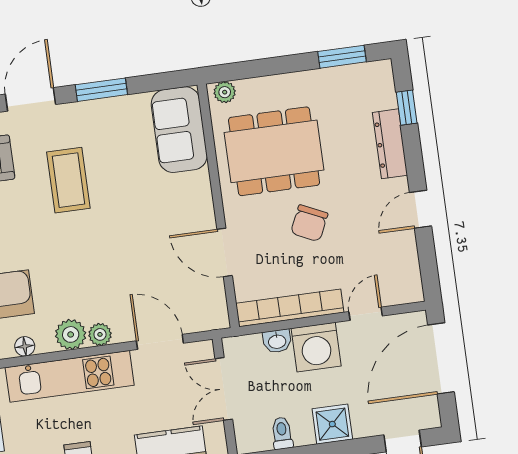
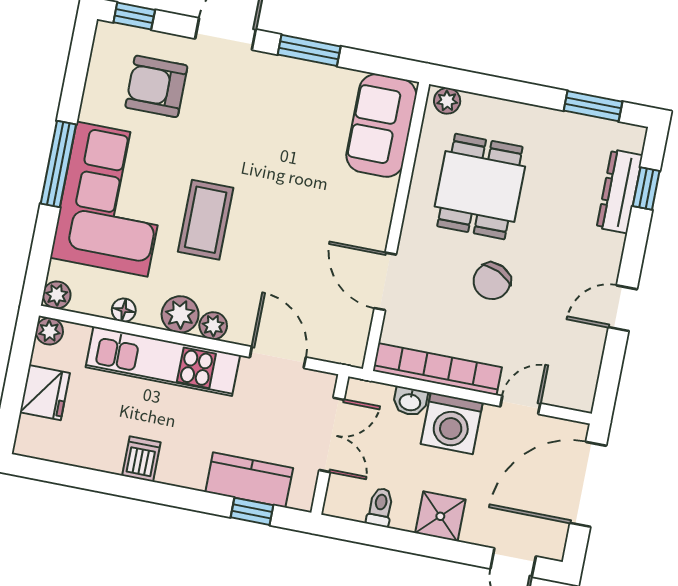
dresser: (390, 144) -> (620, 191), moved
dining table: (274, 151) -> (480, 187), width x0.73
coffee table: (68, 180) -> (206, 220), moved
double door: (224, 389) -> (332, 435), swing flipped

